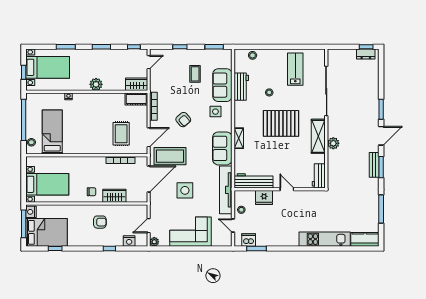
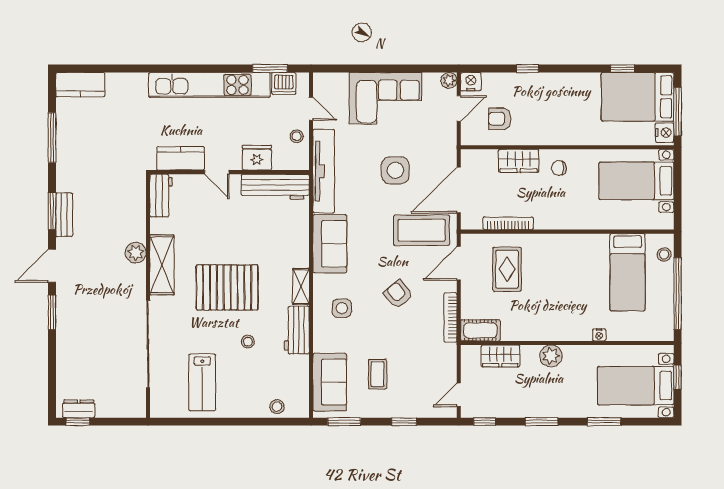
wardrobe: (137, 84) -> (500, 356), moved
sofa: (222, 85) -> (330, 382), moved
workbench: (241, 87) -> (297, 330), moved
shelving: (239, 138) -> (301, 286), moved
kitchen counter: (308, 197) -> (181, 158), added
armchair: (100, 222) -> (500, 119), moved
kitchen unit: (325, 239) -> (209, 85), moved, width x1.36
nightstand: (129, 241) -> (471, 82), moved

